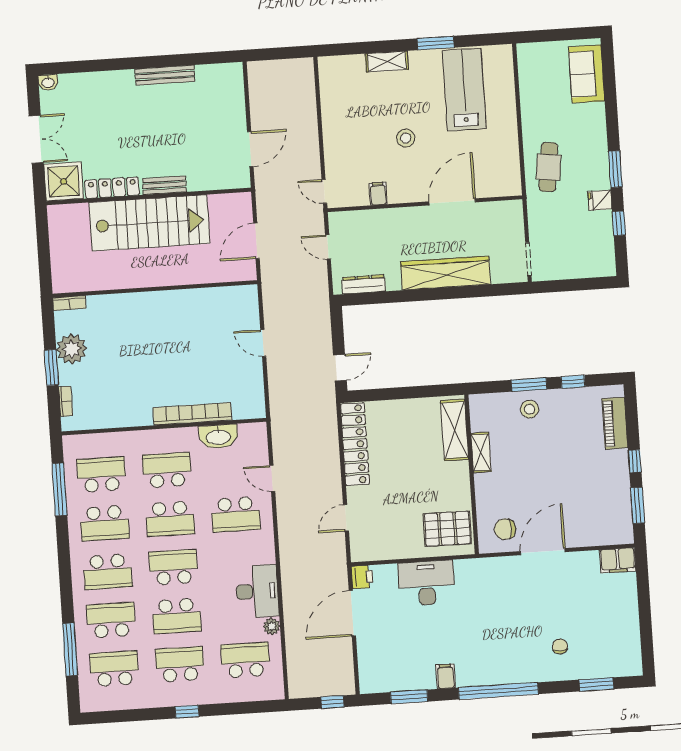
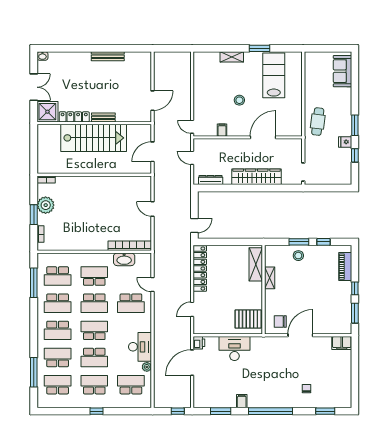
bookcase: (192, 414) -> (130, 246), moved
school desk: (101, 474) -> (58, 276), turned 180

